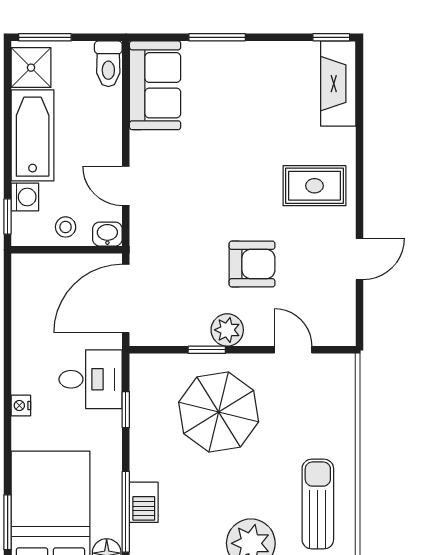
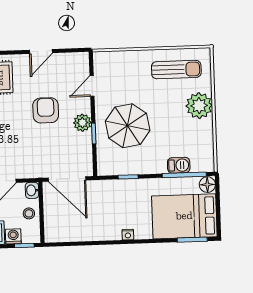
door: (359, 259) -> (41, 51), swing flipped
desk: (91, 379) -> (112, 197), removed
sun lounger: (318, 504) -> (176, 70), turned 180

